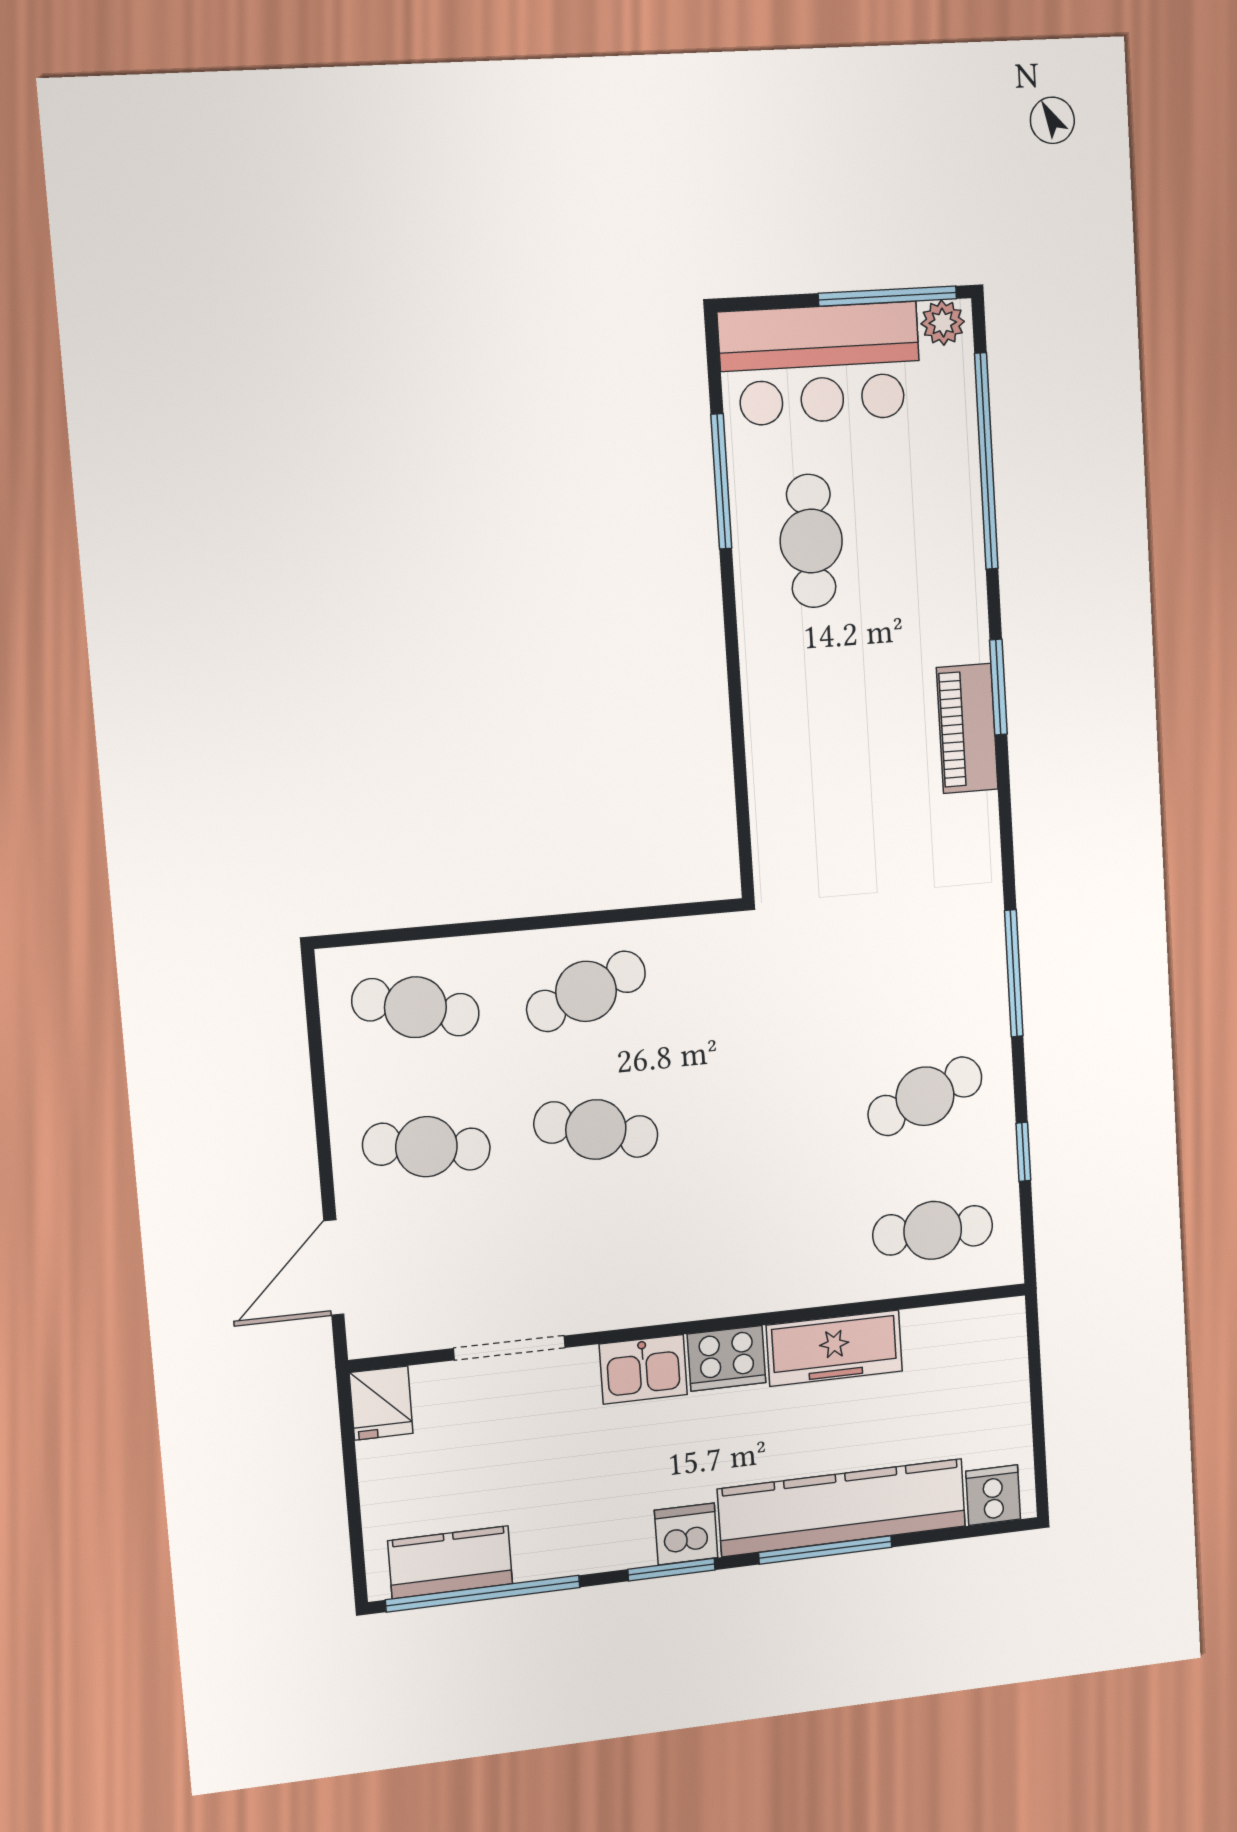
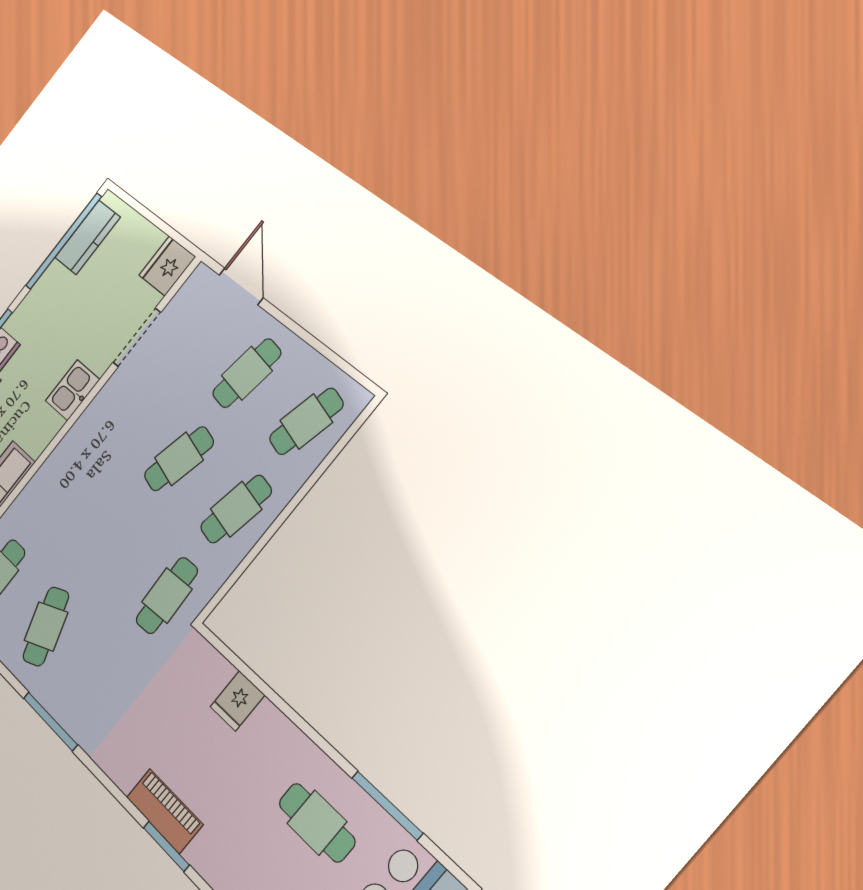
fridge: (780, 765) -> (237, 701), added
cafe table: (753, 976) -> (167, 596), added
cafe table: (586, 991) -> (236, 509), turned 33
cooker: (727, 1358) -> (41, 432), removed
fridge: (381, 1403) -> (167, 266), width x1.38

